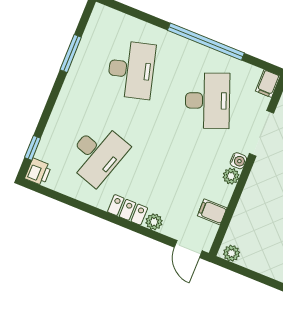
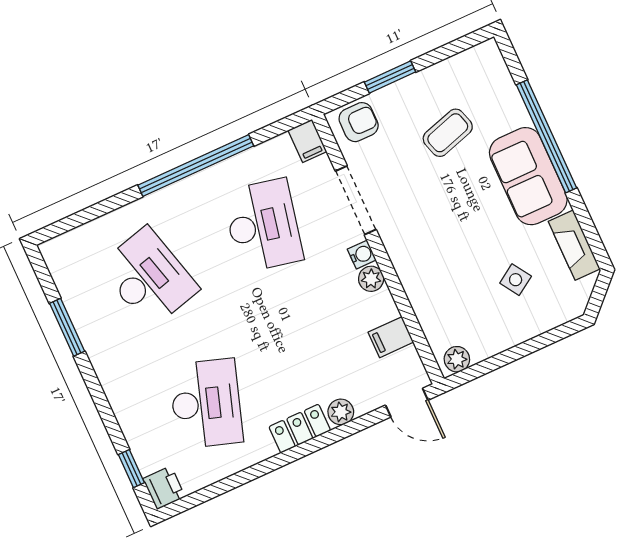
desk: (208, 101) -> (263, 226), turned 33

